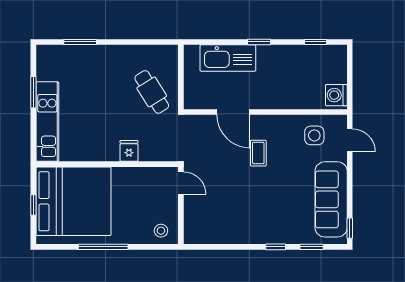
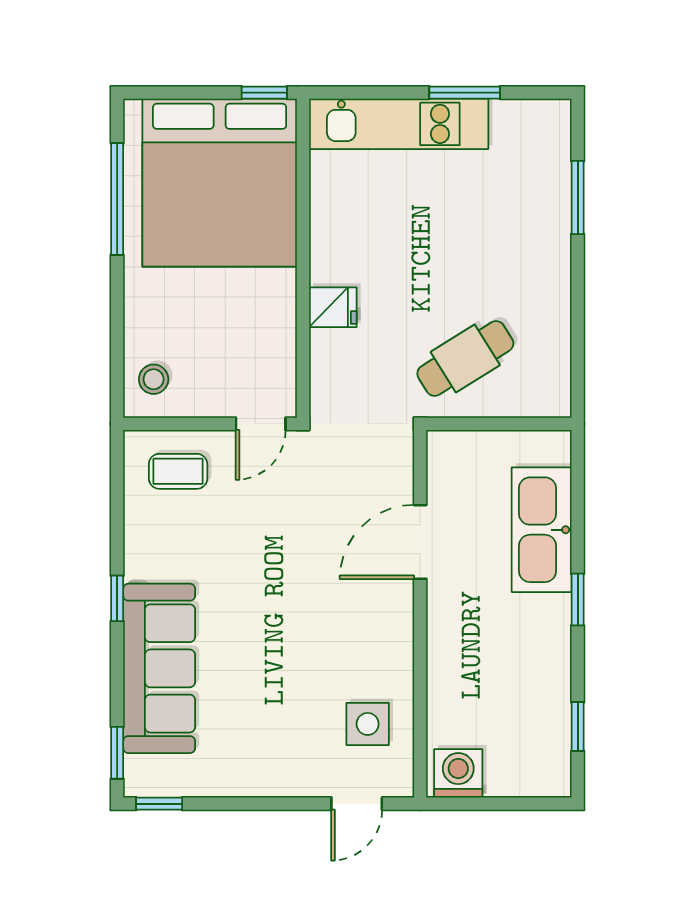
coffee table: (258, 153) -> (178, 471), moved
sofa: (331, 199) -> (159, 668), moved, turned 90
window: (33, 205) -> (264, 93), moved
window: (103, 247) -> (117, 199), moved
window: (276, 247) -> (117, 598), moved
window: (312, 247) -> (117, 753), moved

